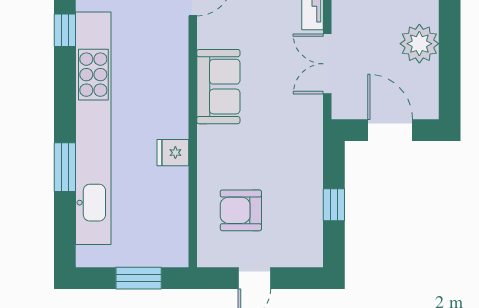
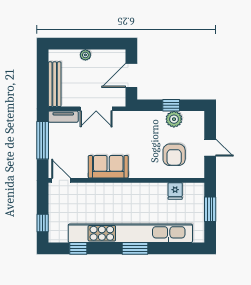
plant: (419, 44) -> (85, 55), width x0.53, depth x0.53
fridge: (173, 153) -> (175, 191), moved
window: (65, 167) -> (135, 248), moved
plant: (308, 210) -> (174, 119), added

